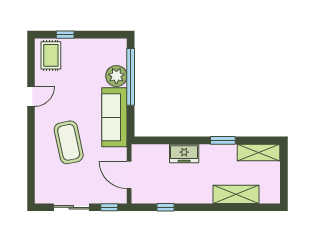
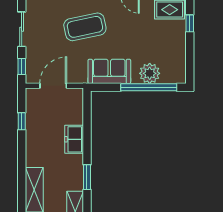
sofa: (114, 117) -> (109, 71), width x0.73

